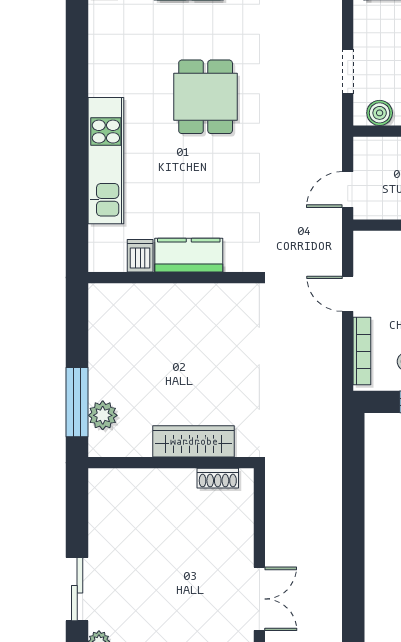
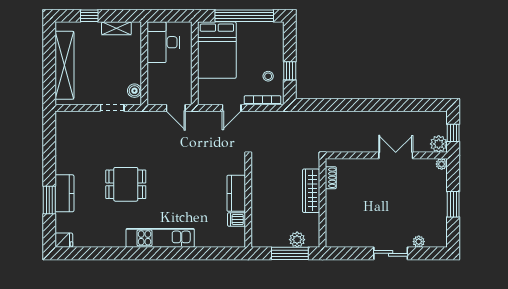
kitchen counter: (189, 255) -> (236, 193), moved
dishwasher: (140, 256) -> (236, 220), moved
wall: (171, 278) -> (248, 203), moved

